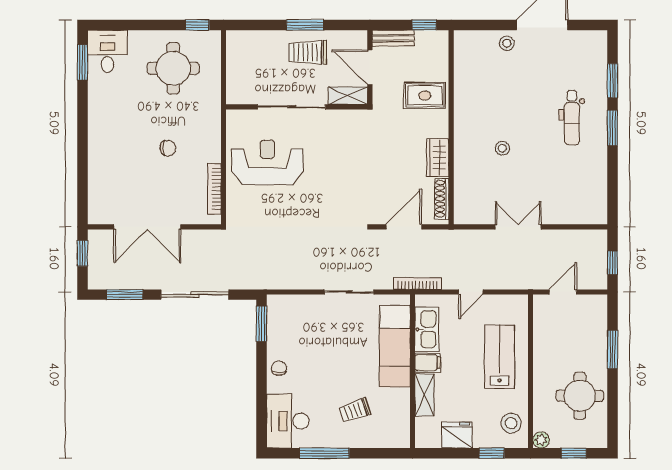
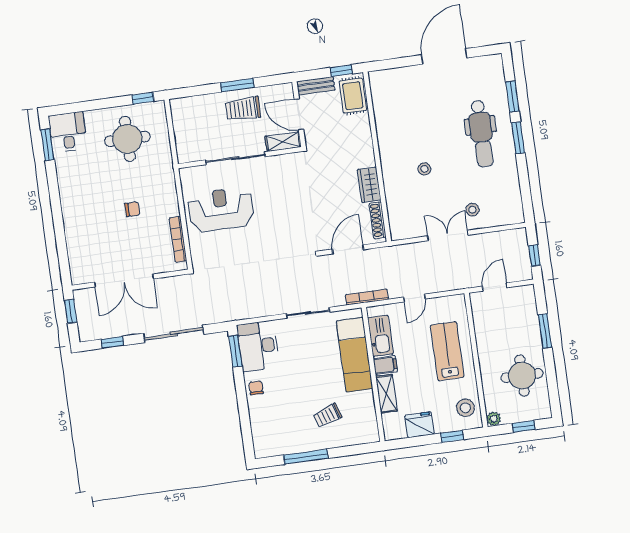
stool: (507, 43) -> (472, 210), moved
rug: (425, 95) -> (353, 96), moved, turned 90
dental chair: (572, 118) -> (481, 134), width x1.36, depth x1.38
window: (125, 295) -> (112, 342), width x0.67
desk: (288, 421) -> (258, 346), moved

